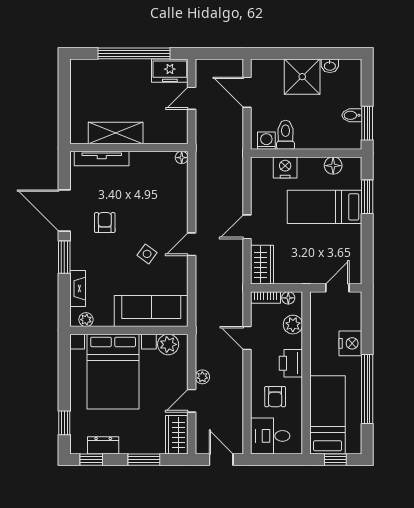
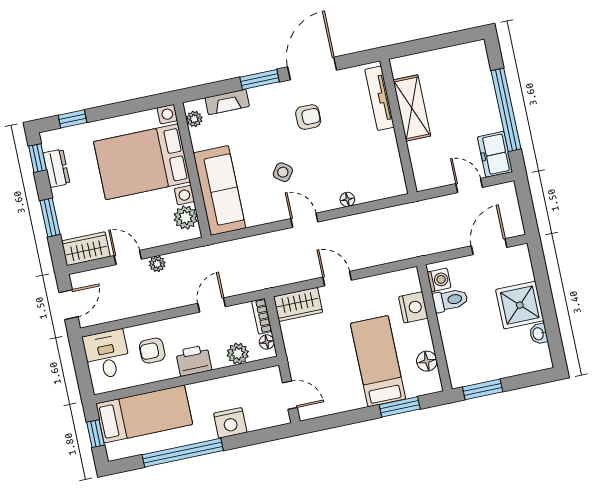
bidet: (352, 115) -> (488, 370), removed
floor lamp: (182, 158) -> (347, 199), moved

